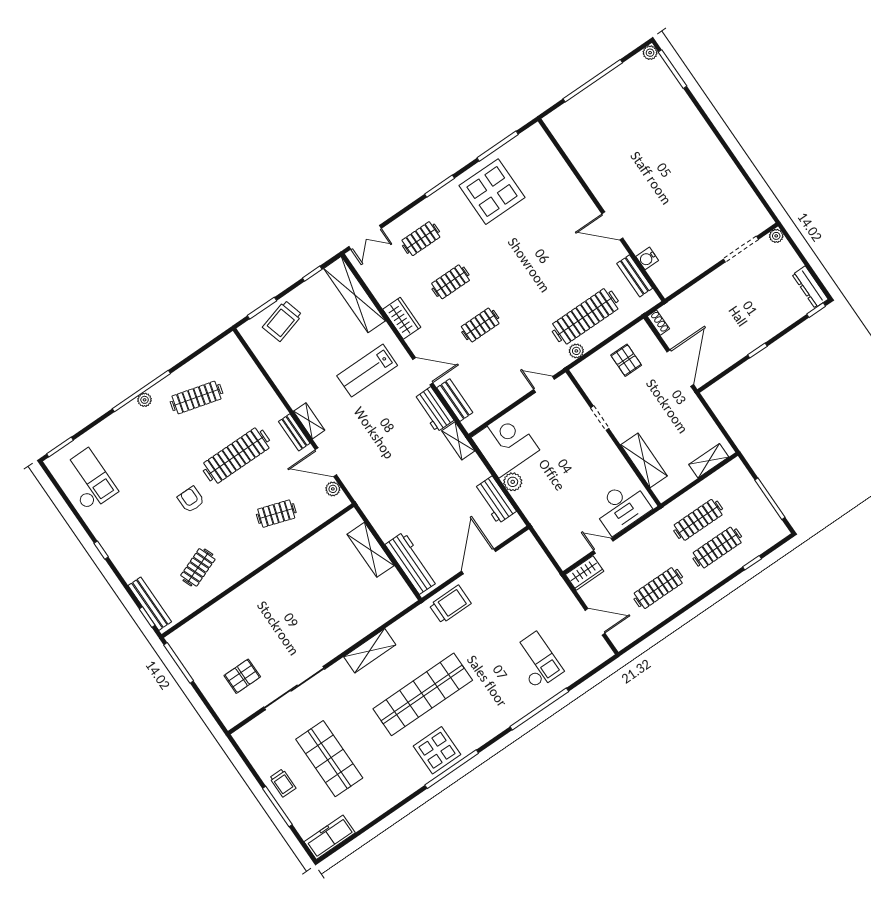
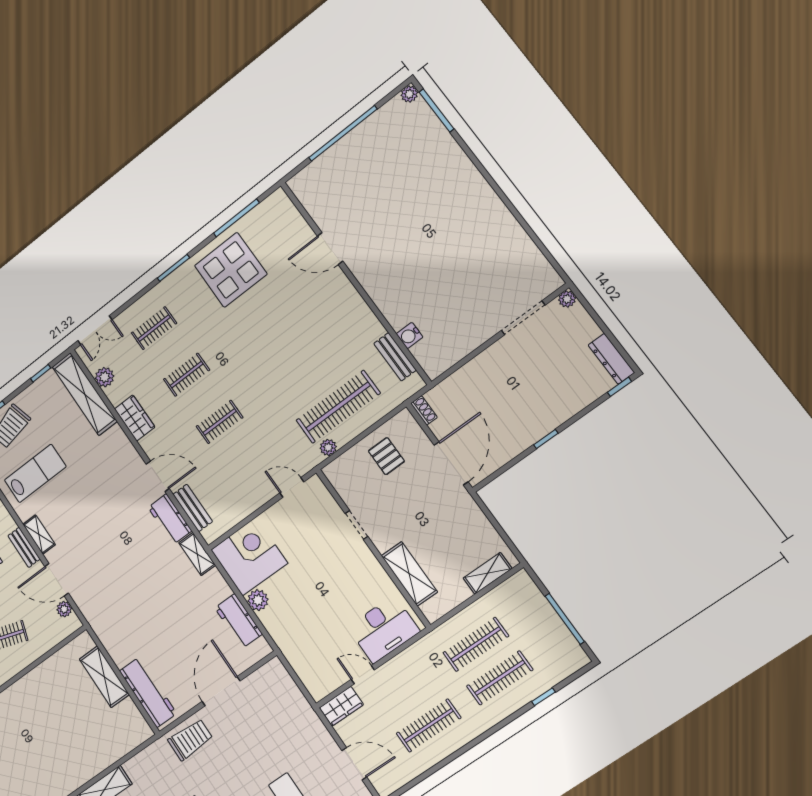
door: (612, 226) -> (330, 249), moved
plant: (374, 280) -> (105, 377), added
lab bench: (367, 371) -> (35, 473), moved, turned 180

